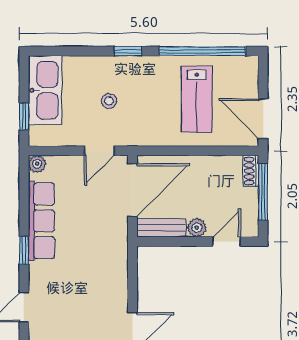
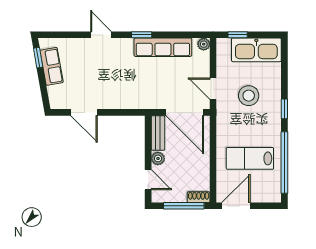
stool: (109, 101) -> (249, 96), width x1.89, depth x1.89

